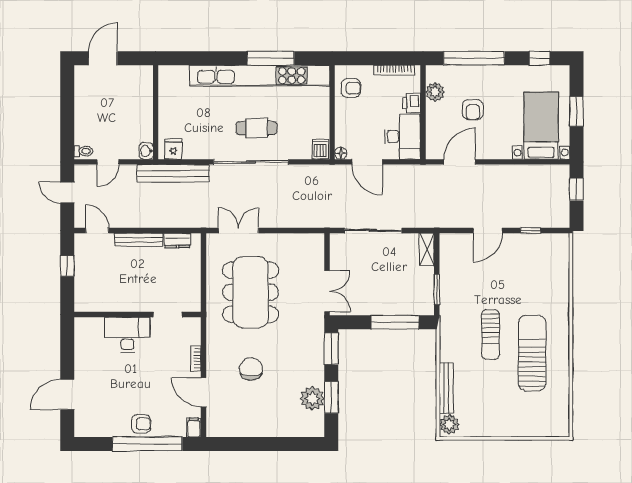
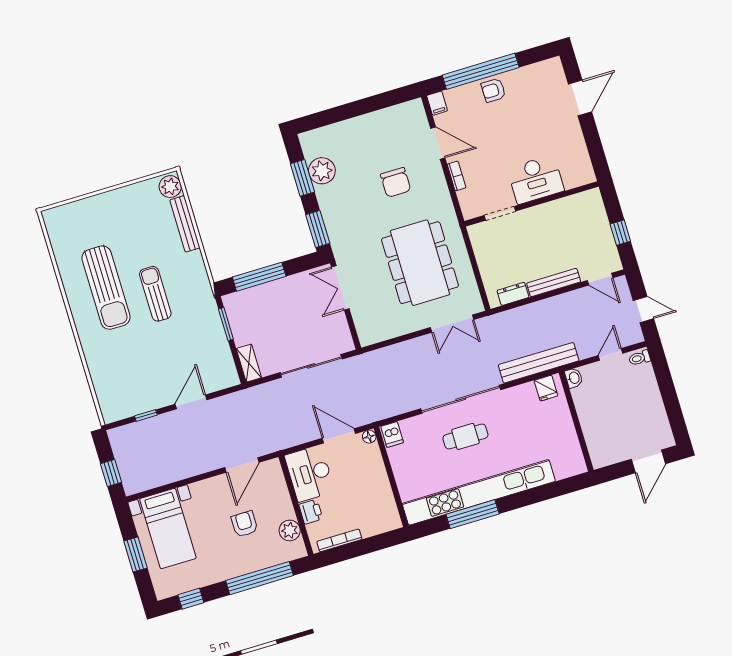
armchair: (351, 88) -> (379, 508), removed

